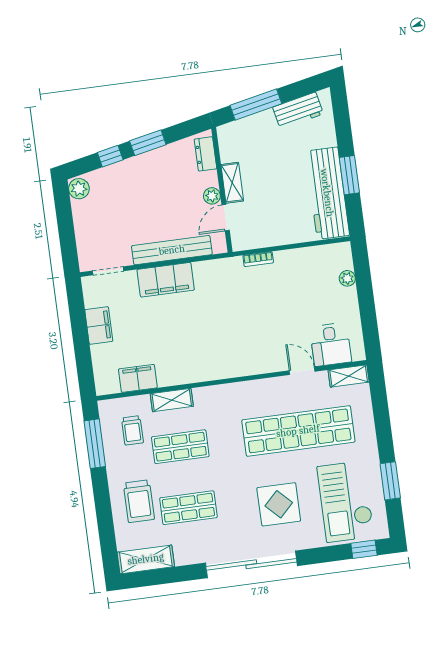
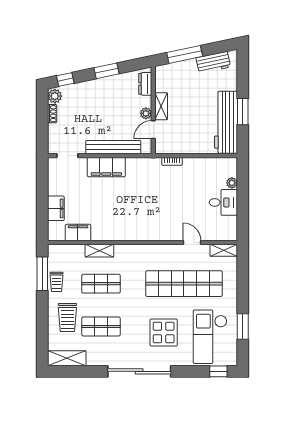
window: (110, 156) -> (65, 79), moved
shoe rack: (79, 214) -> (52, 114), added
filing cabinet: (99, 326) -> (56, 208), moved
desk: (331, 344) -> (223, 202), moved, turned -90
trolley: (132, 430) -> (57, 282), moved

